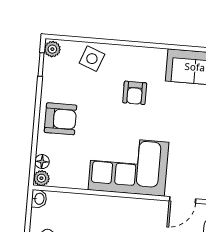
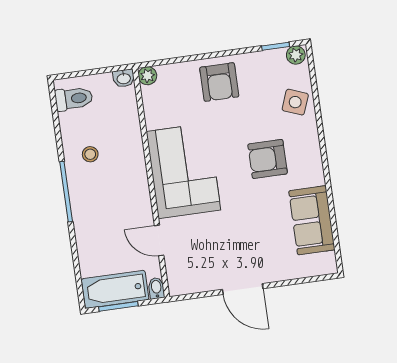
armchair: (135, 93) -> (268, 159), width x1.38, depth x1.38
floor lamp: (42, 162) -> (166, 72), removed

